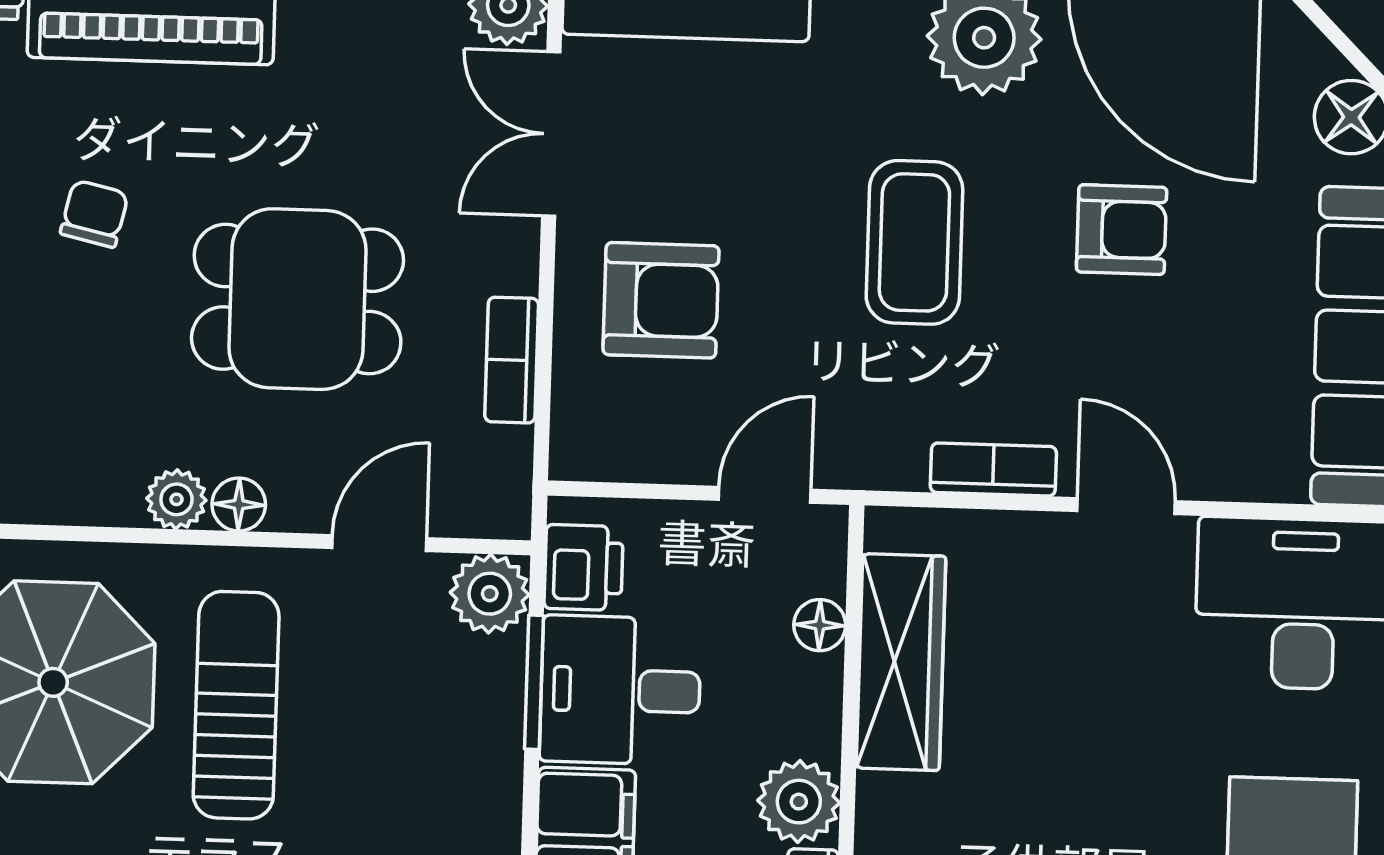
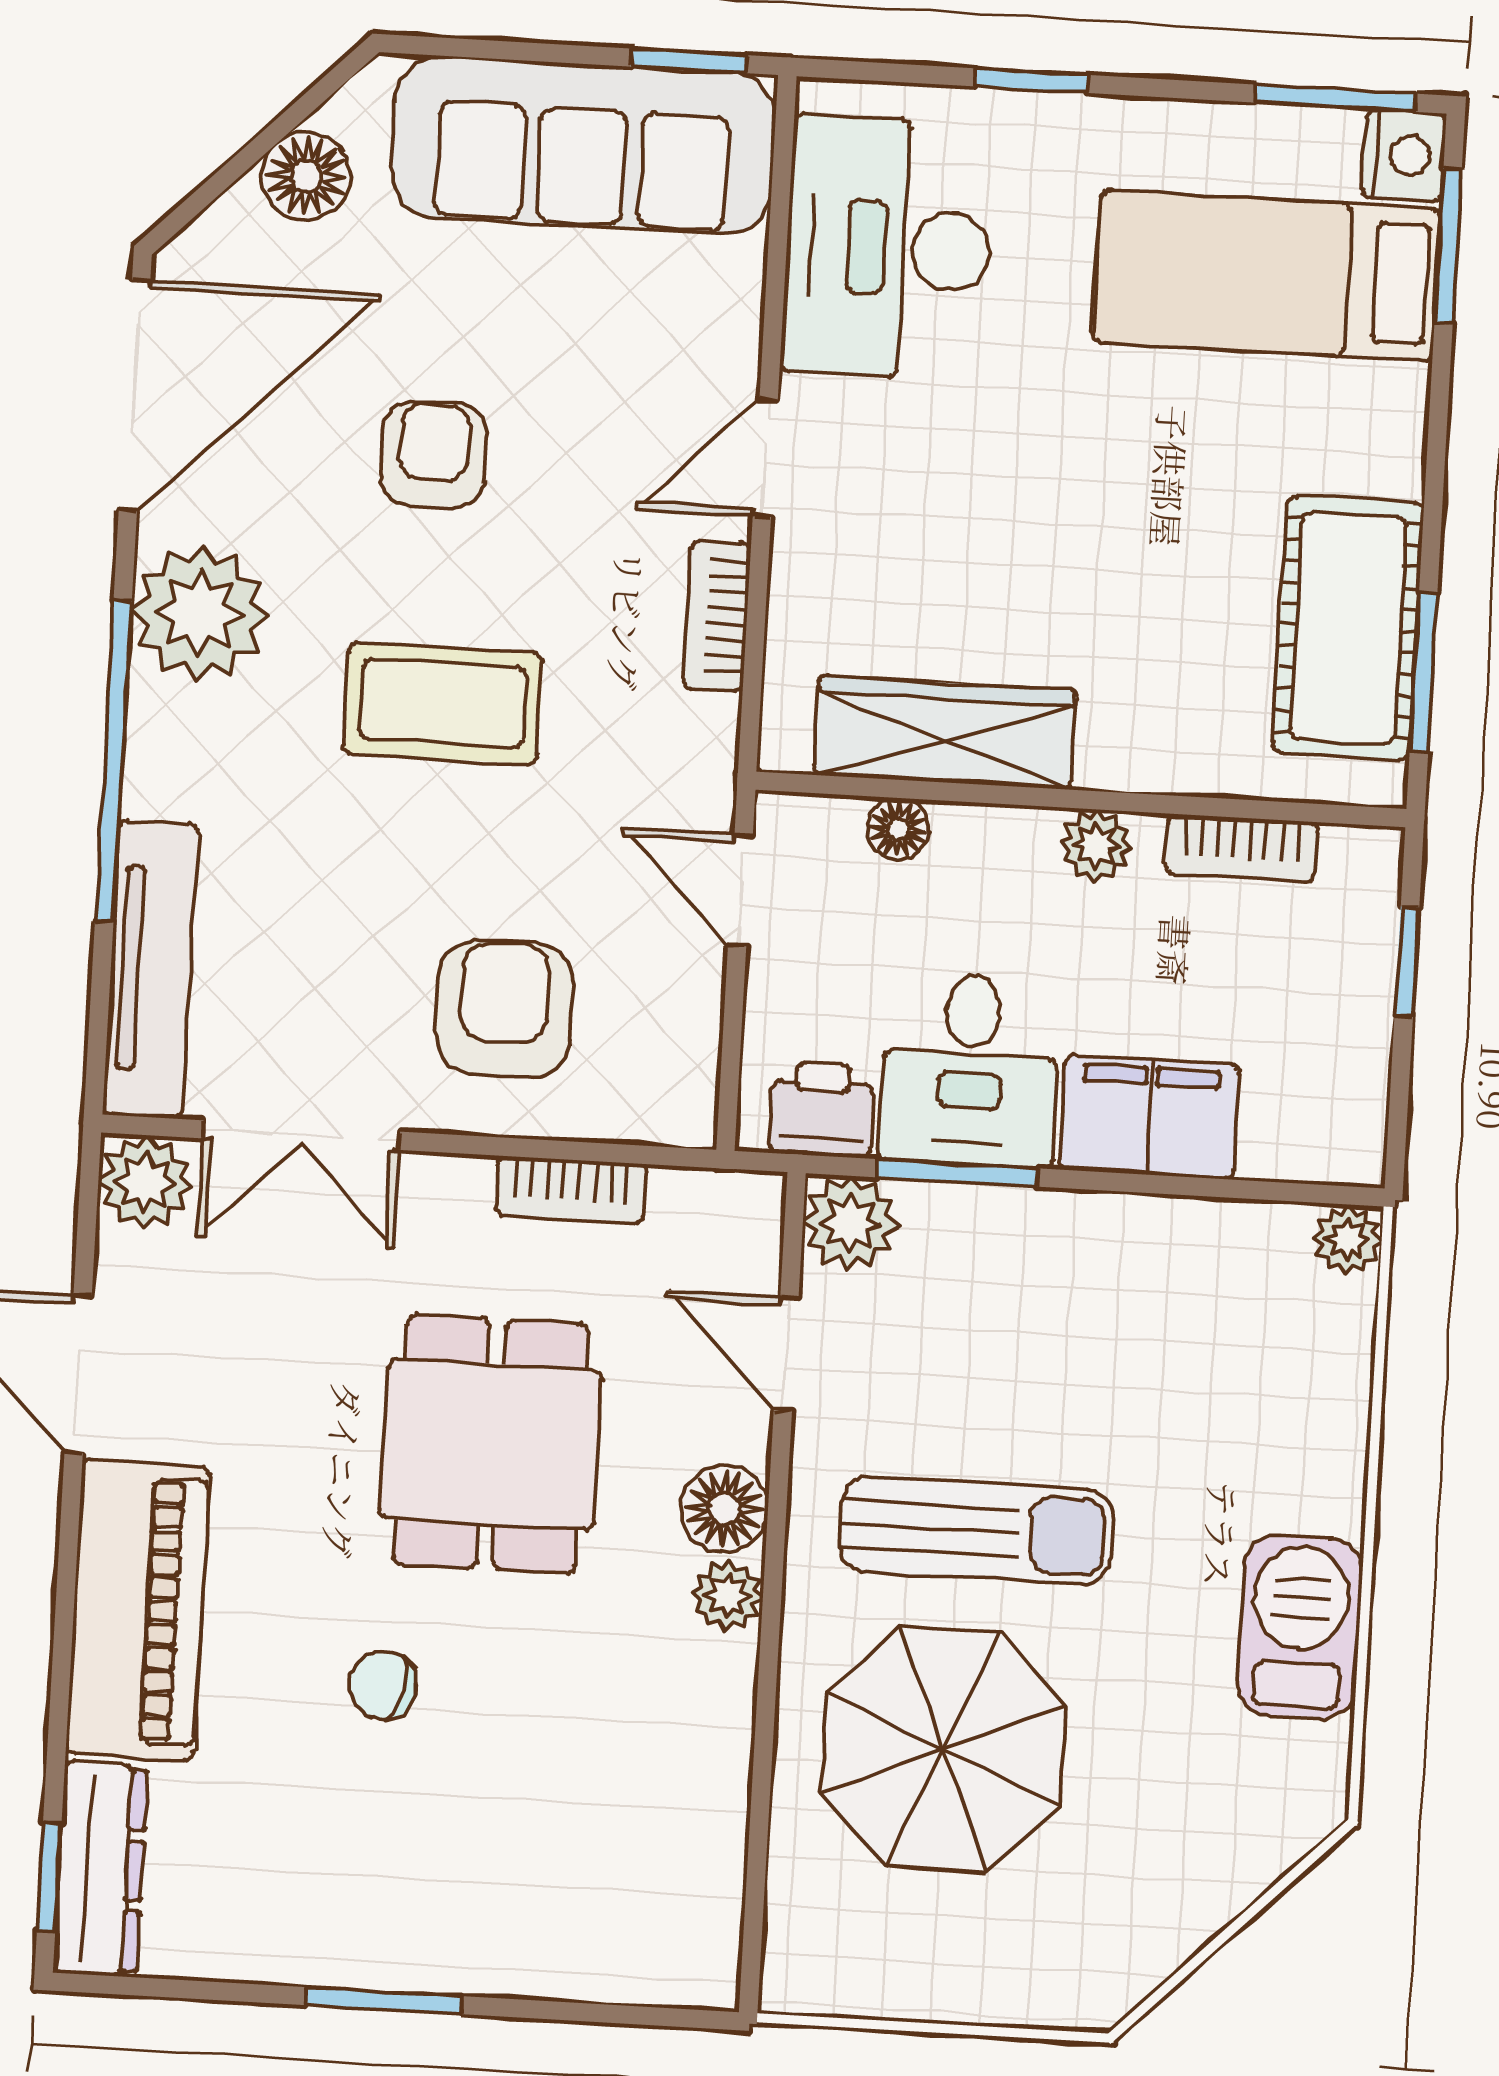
floor lamp: (239, 504) -> (724, 1508), width x1.37, depth x1.37
sun lounger: (236, 705) -> (976, 1531), turned 180
plant: (799, 802) -> (1096, 845), width x0.73, depth x0.73

